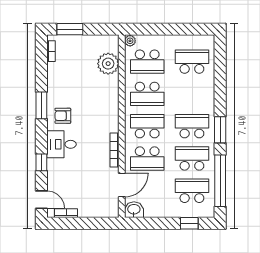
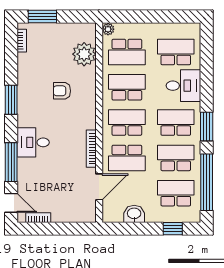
desk: (199, 92) -> (183, 86), added
school desk: (147, 94) -> (127, 87), turned 180
armchair: (63, 116) -> (62, 91), moved
window: (41, 162) -> (11, 162), width x2.17
washbasin: (134, 210) -> (134, 214), moved

